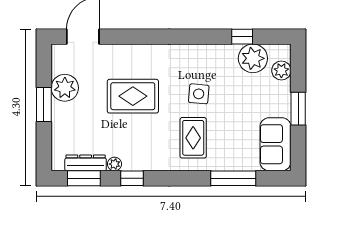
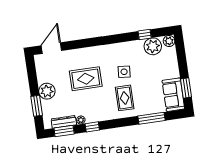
plant: (281, 70) -> (169, 41), moved
plant: (65, 88) -> (47, 91), moved
window: (44, 105) -> (37, 106), moved
window: (298, 109) -> (186, 88), moved

